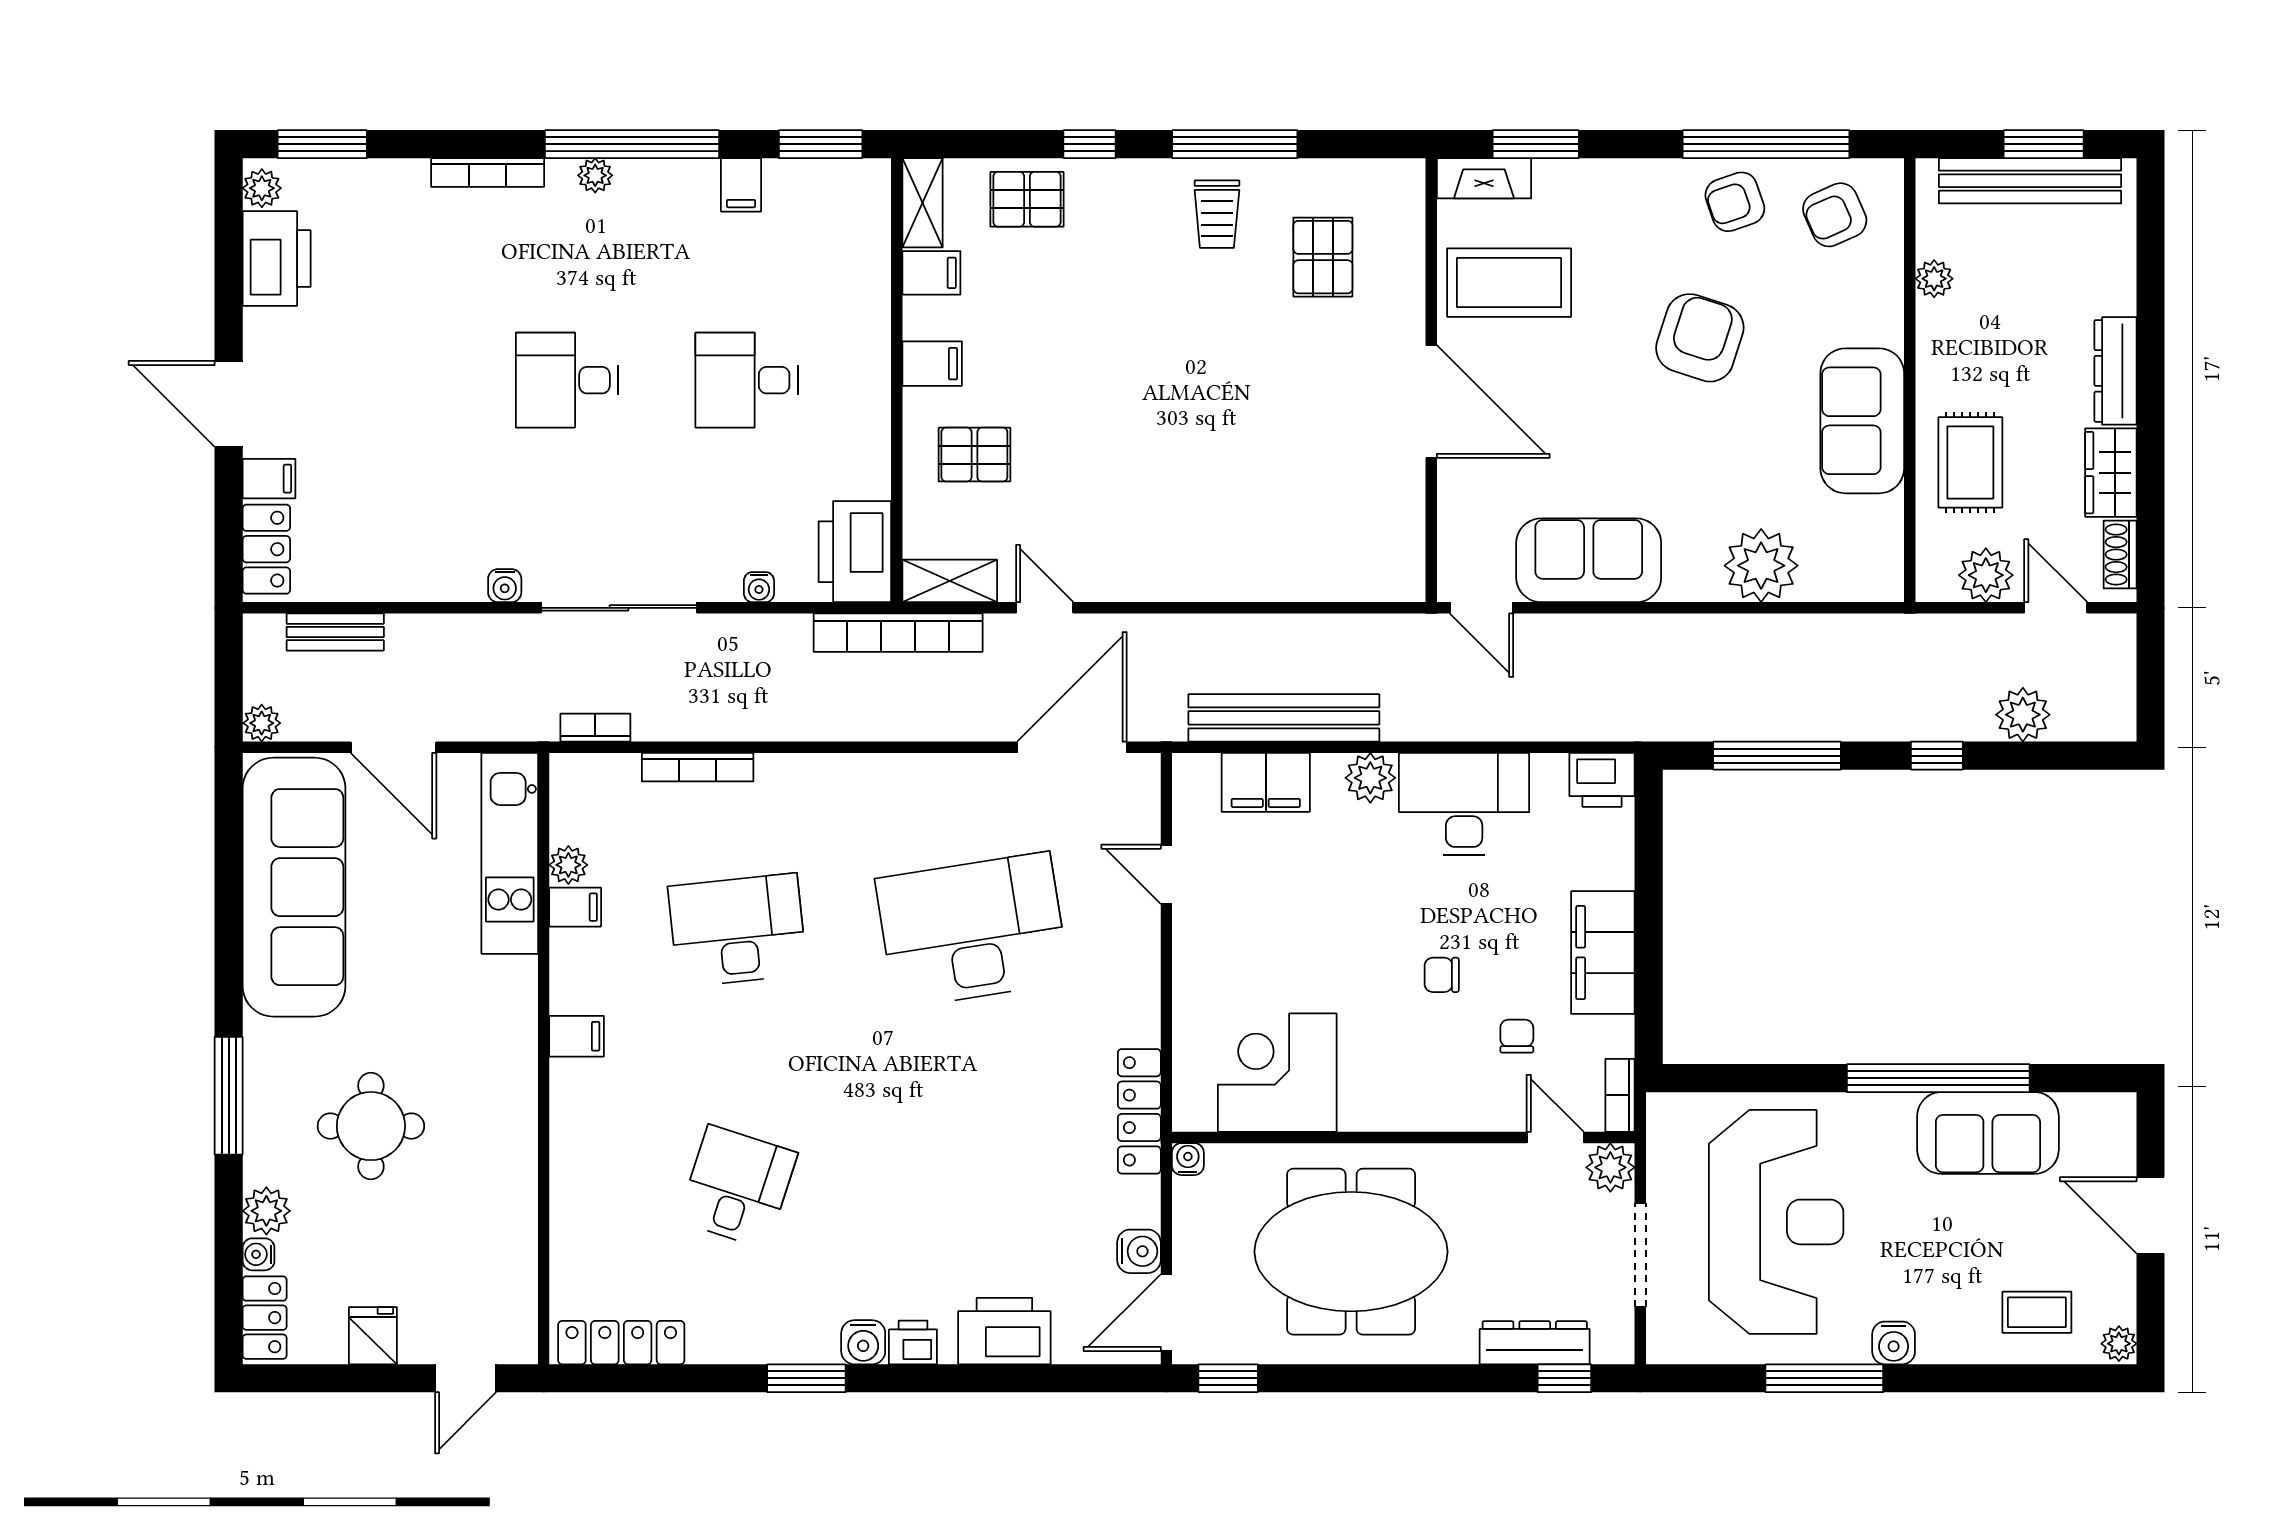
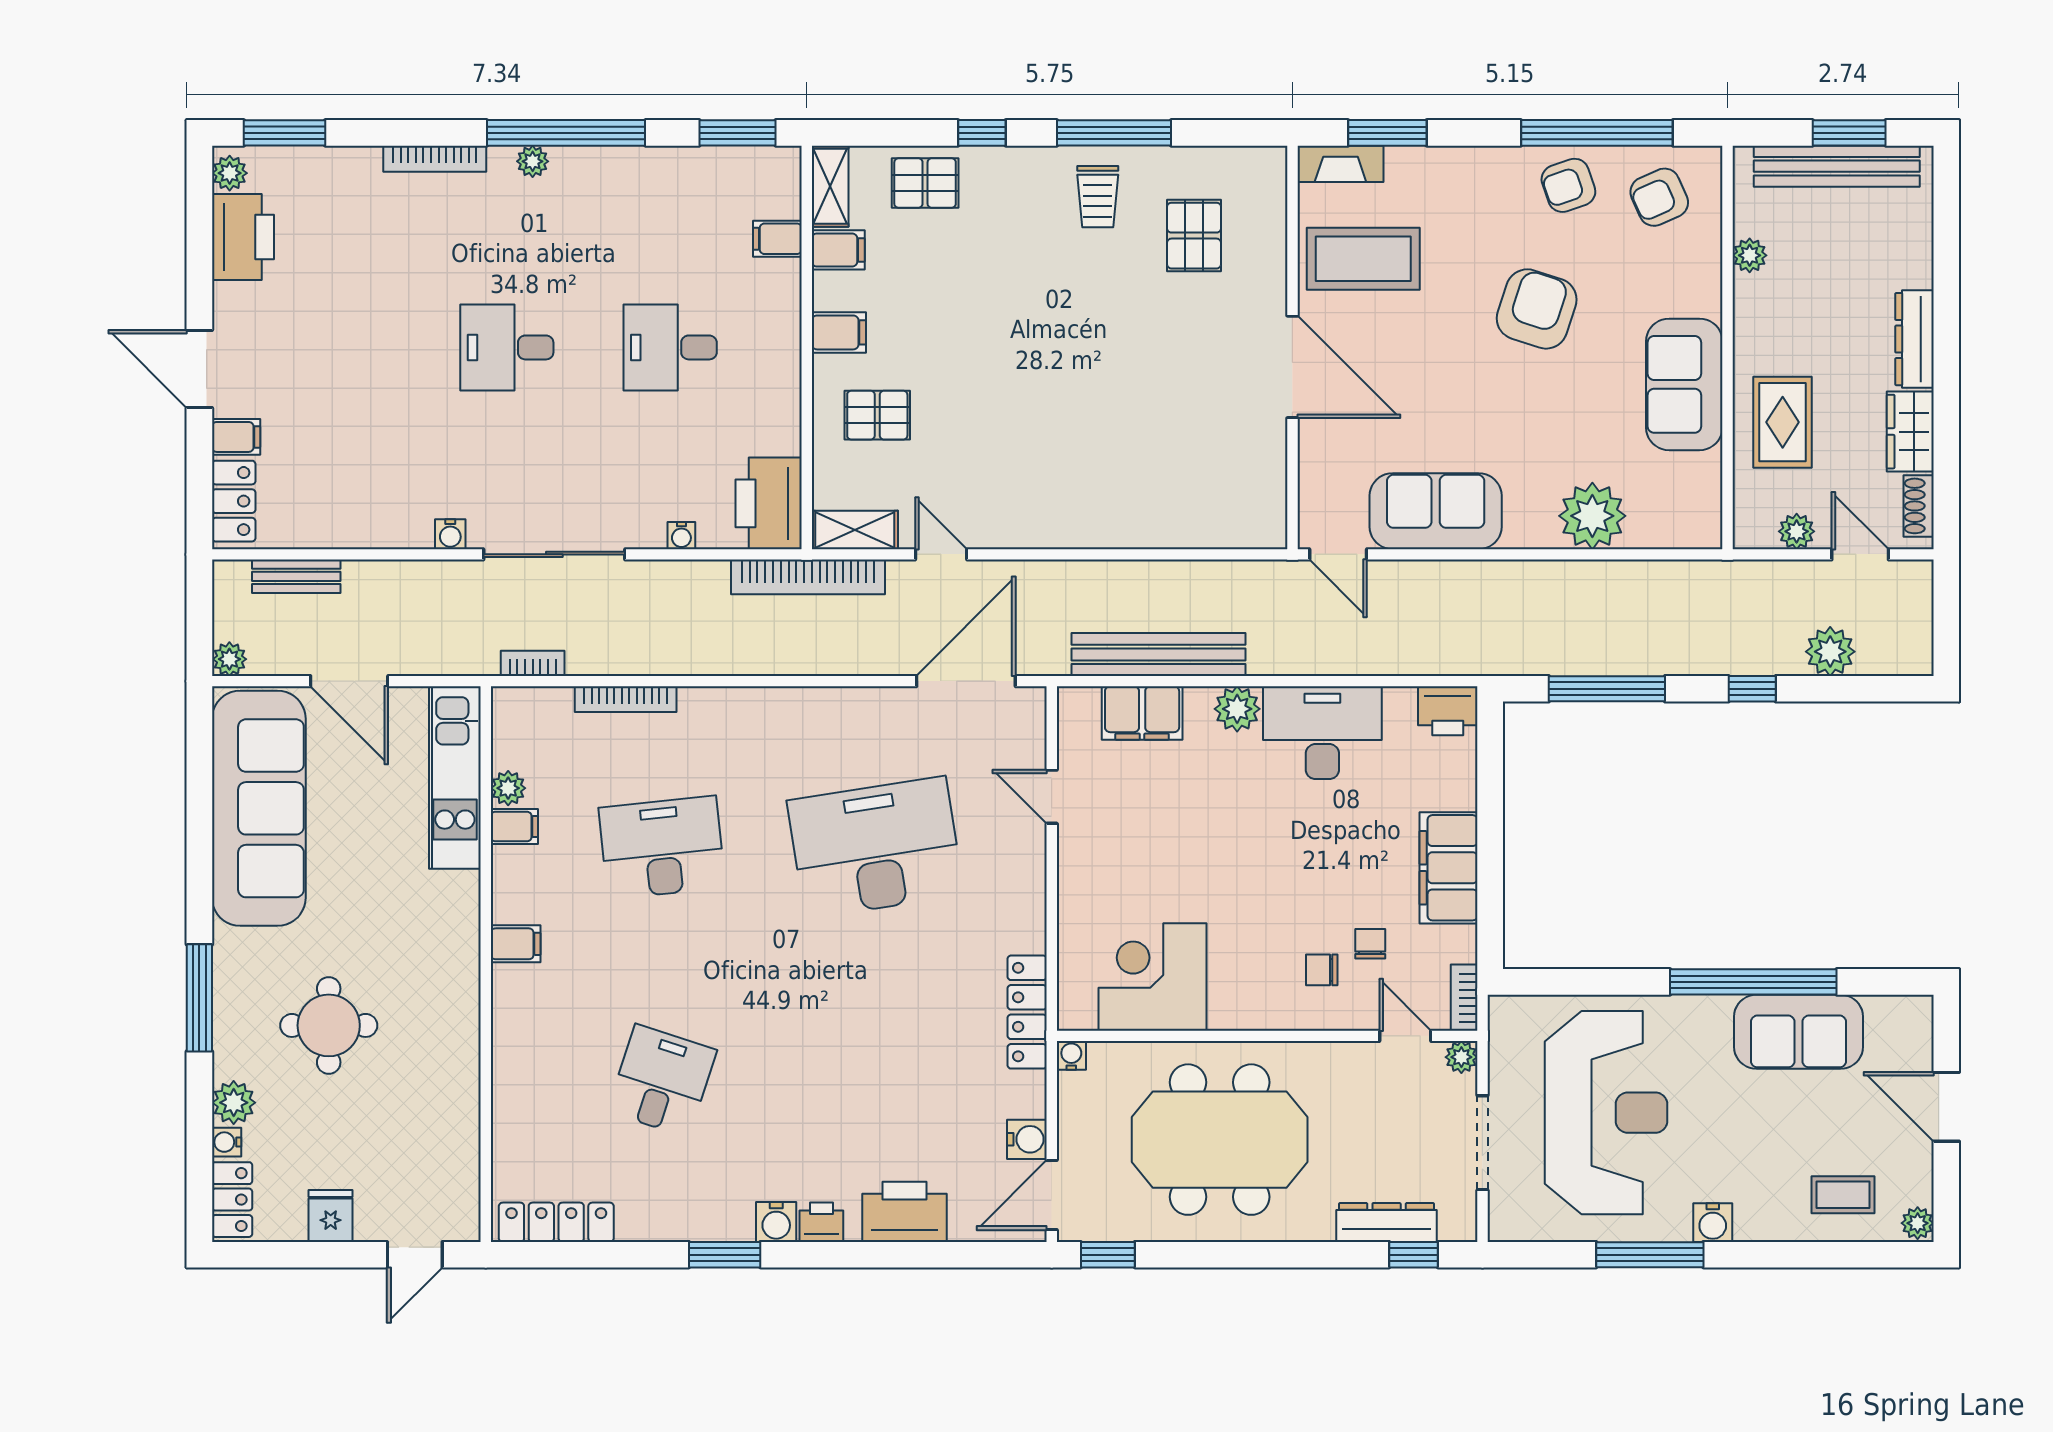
filing cabinet: (741, 185) -> (777, 239), moved, turned 90
plant: (1986, 575) -> (1797, 531), width x0.73, depth x0.73
chair: (1442, 975) -> (1322, 970), moved
plant: (1610, 1167) -> (1461, 1057), width x0.73, depth x0.73

